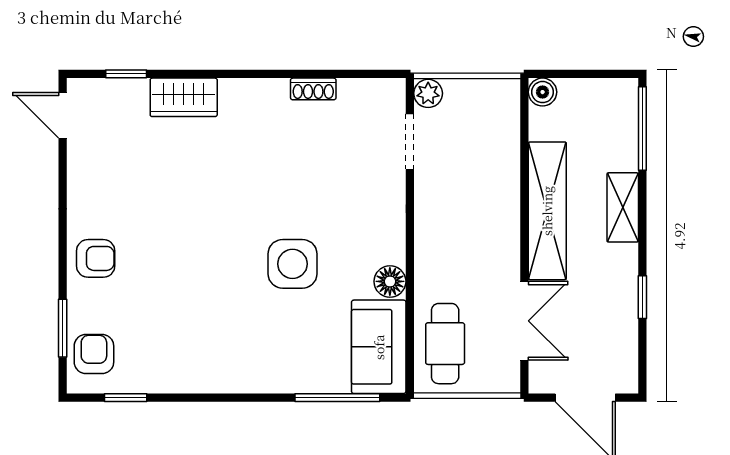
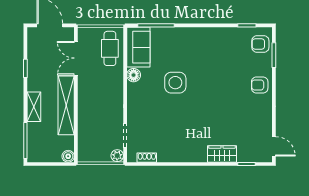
shoe rack: (313, 89) -> (147, 158), moved
armchair: (94, 354) -> (260, 44), turned 90

